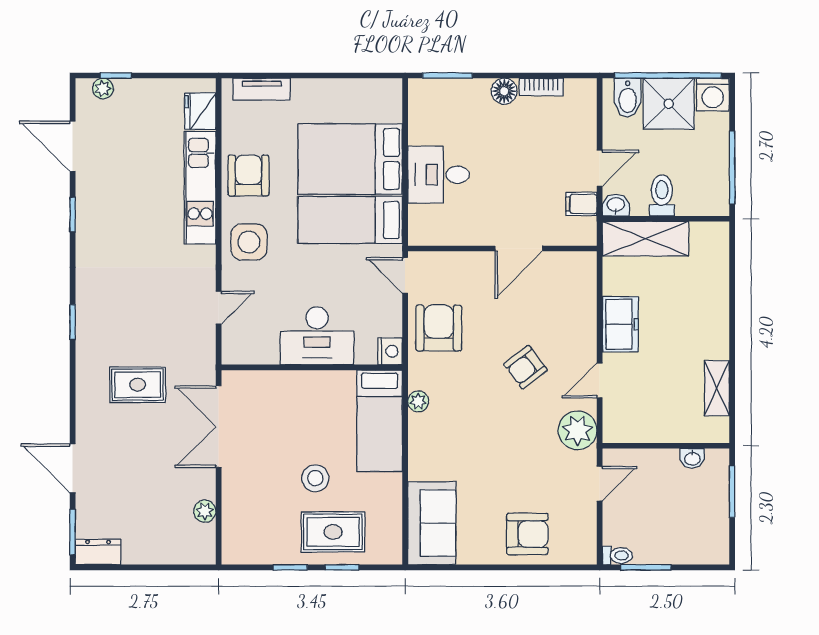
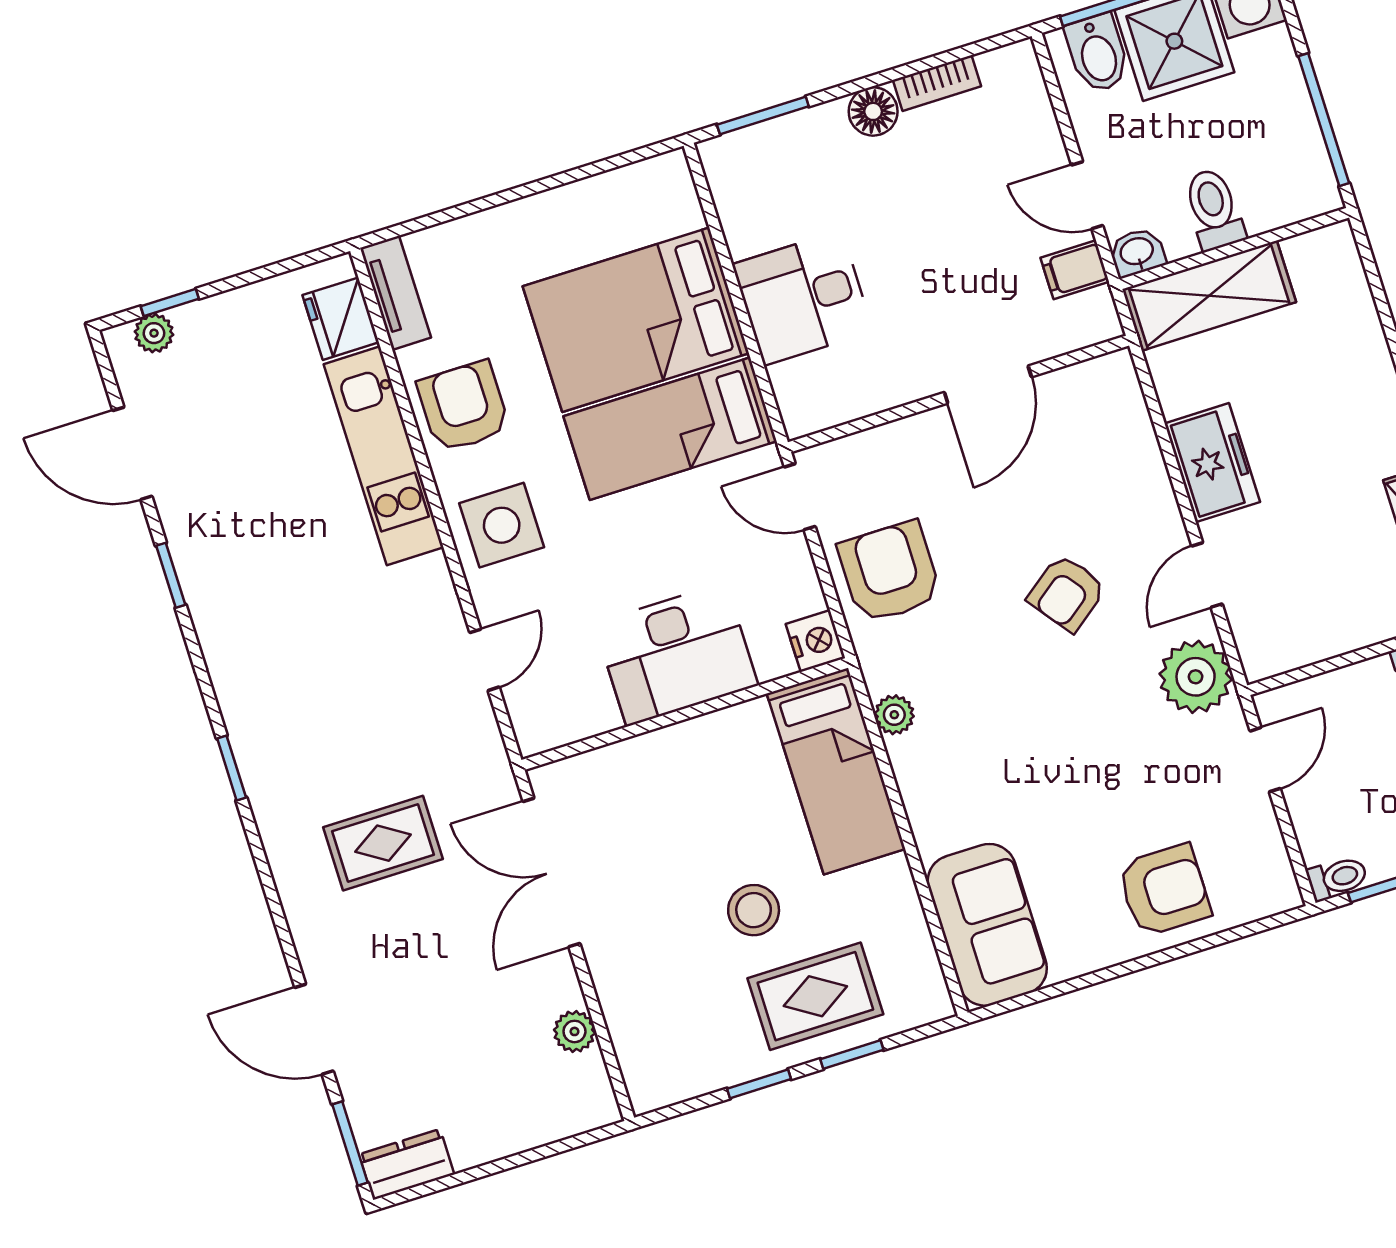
tv unit: (262, 89) -> (395, 293), moved, turned -90
door: (600, 168) -> (1087, 195), swing flipped

